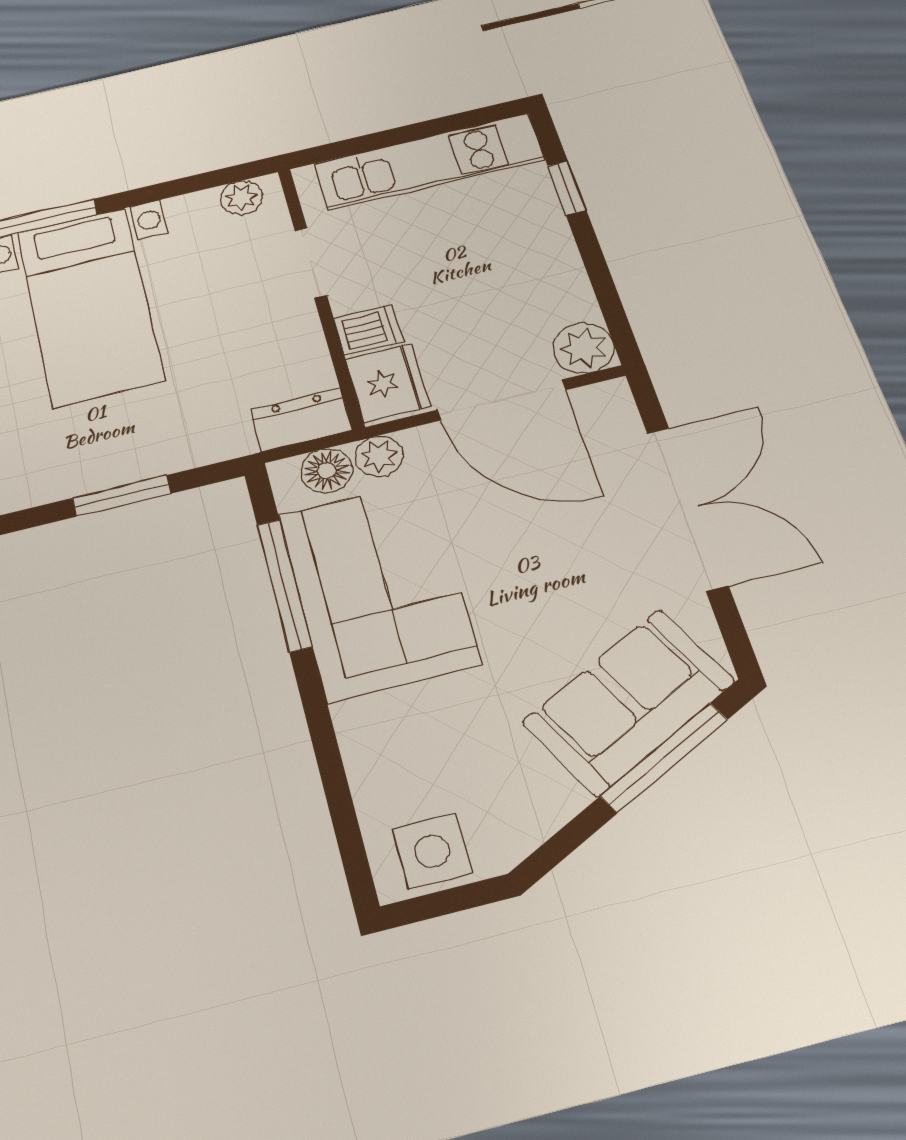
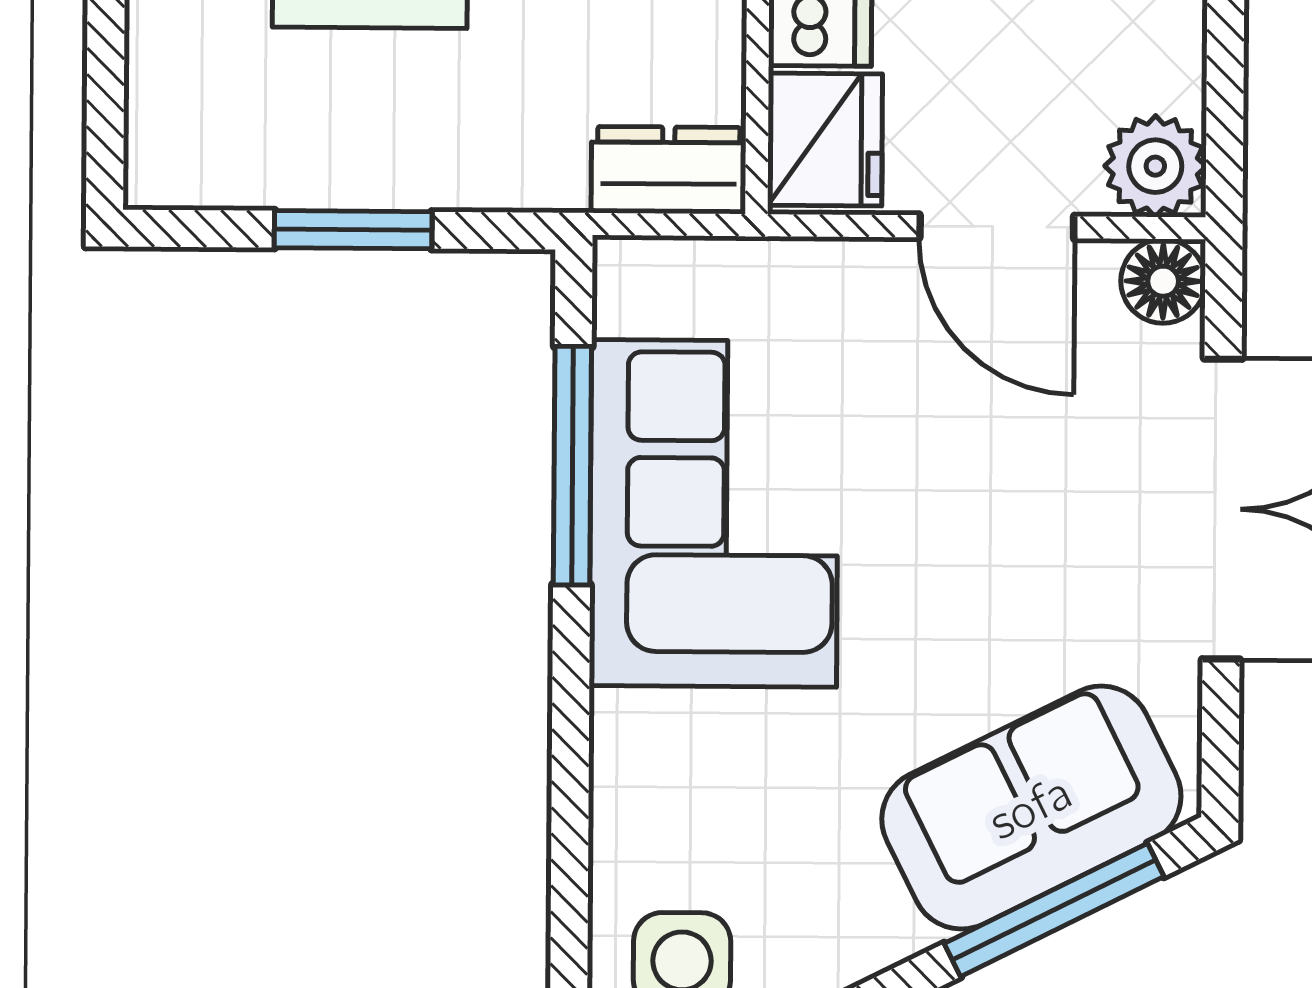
door: (502, 400) -> (997, 227), width x0.73
plant: (379, 456) -> (775, 275), removed
floor lamp: (327, 471) -> (1163, 281), moved

